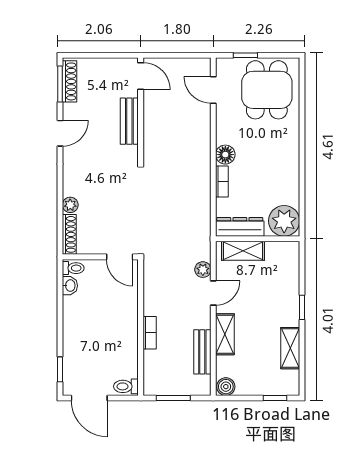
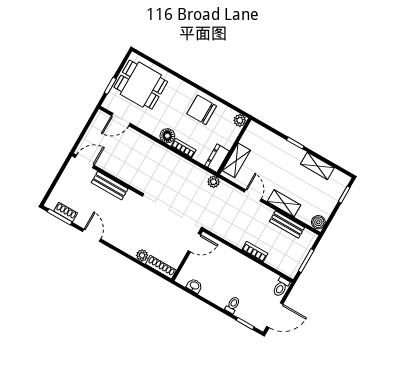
shoe rack: (69, 81) -> (66, 212), width x0.70
chair: (278, 177) -> (202, 110), added
plant: (284, 221) -> (240, 120), width x0.53, depth x0.53
dresser: (240, 227) -> (217, 158), width x0.70
toilet: (73, 268) -> (233, 305), moved
plant: (203, 270) -> (214, 182), moved

